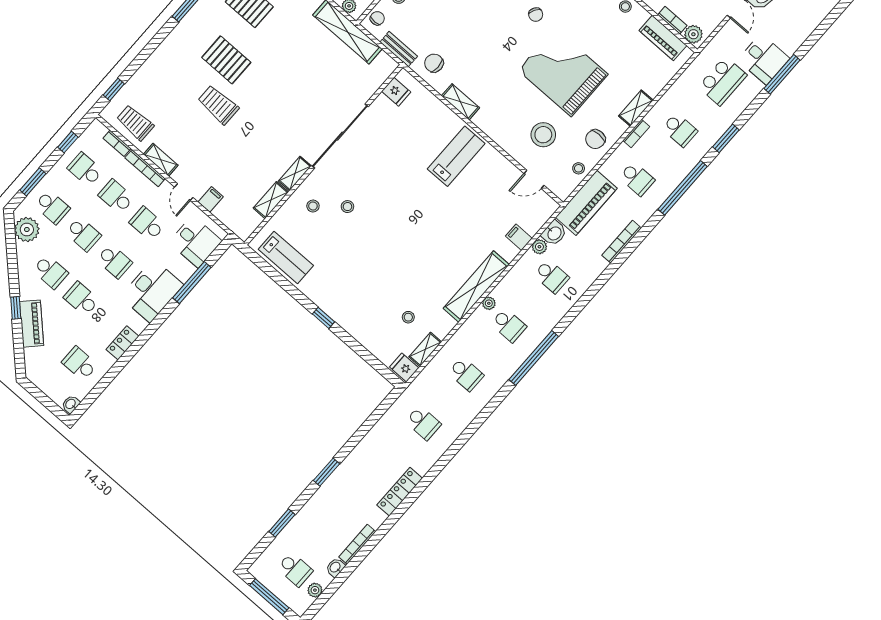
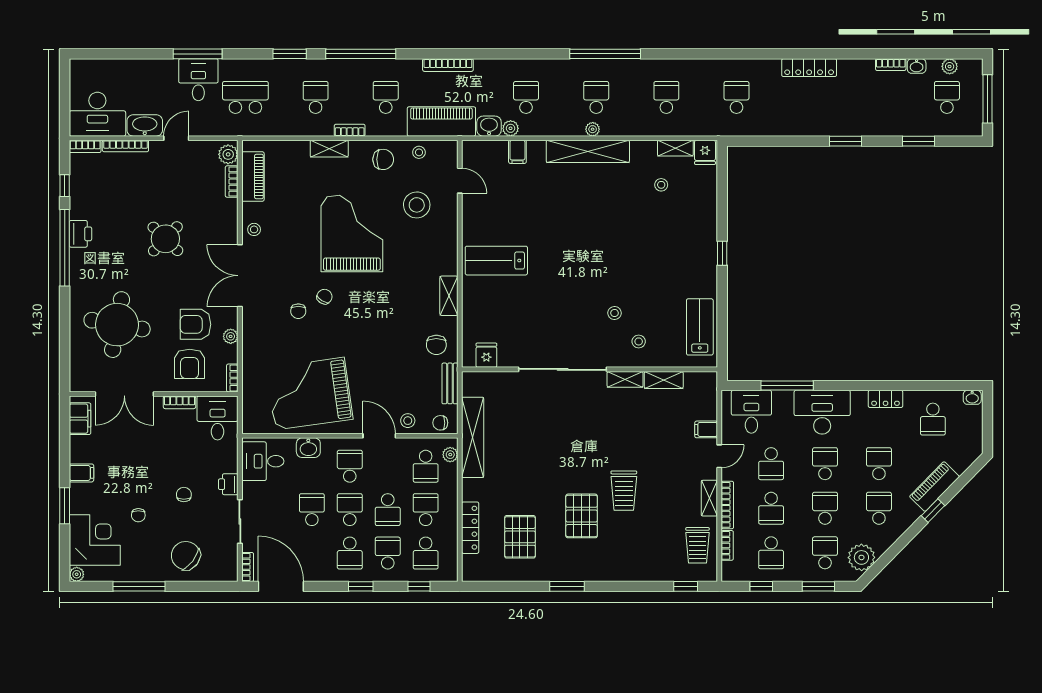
grand piano: (563, 72) -> (352, 233), turned 180
school desk: (81, 299) -> (879, 464), turned 180
bookcase: (357, 544) -> (891, 65), width x0.64

